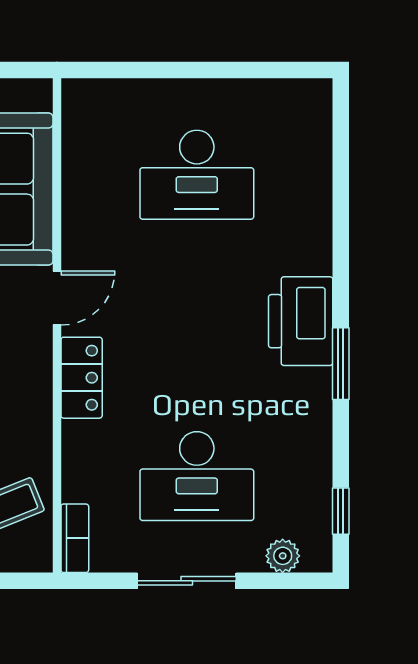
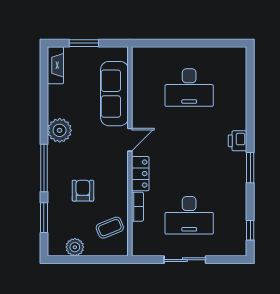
printer: (301, 321) -> (238, 141), width x0.53, depth x0.68
bookcase: (75, 538) -> (137, 207), moved
plant: (283, 556) -> (226, 249), removed

